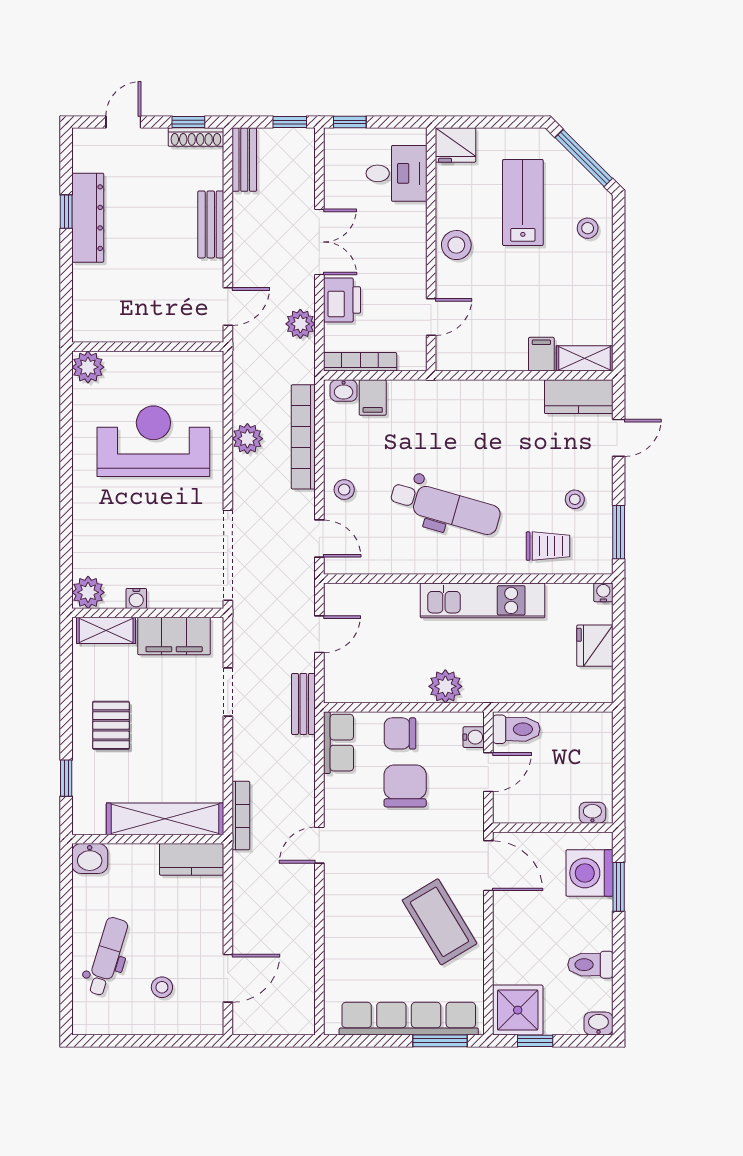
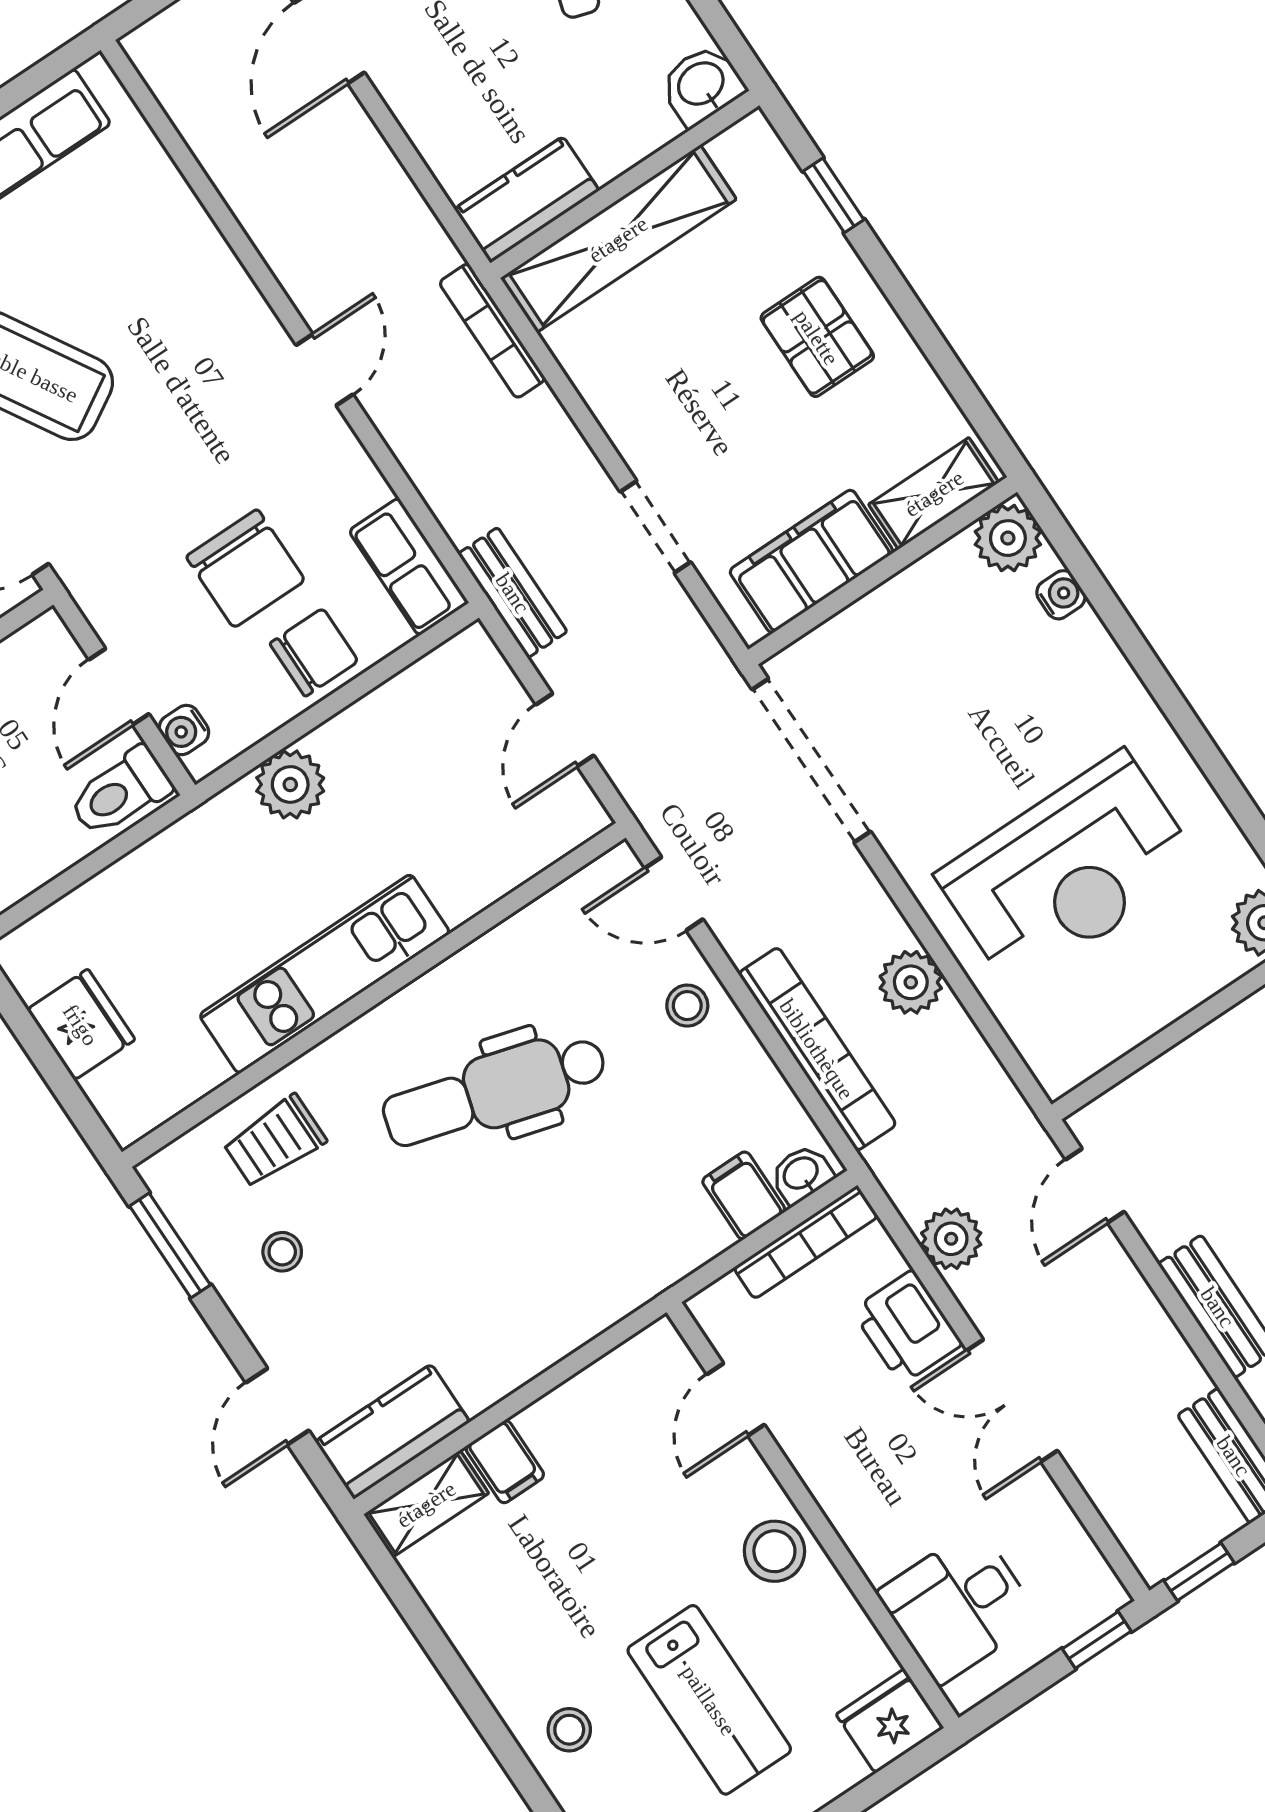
water cooler: (603, 592) -> (127, 1125), removed
water cooler: (136, 598) -> (1061, 595), moved, turned 90

